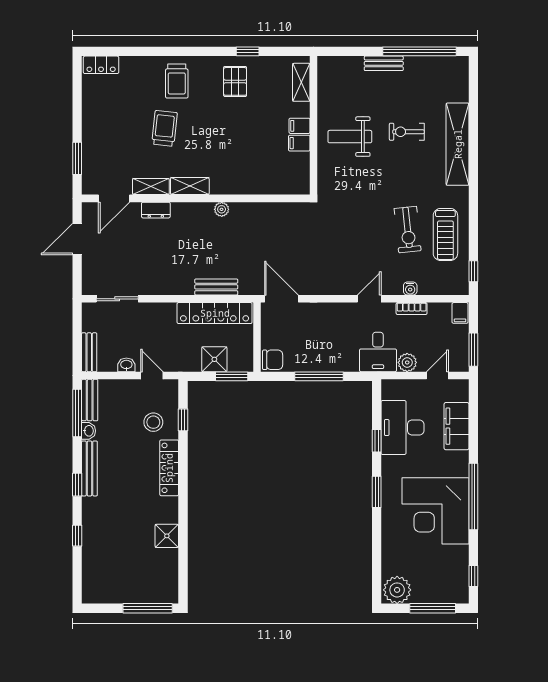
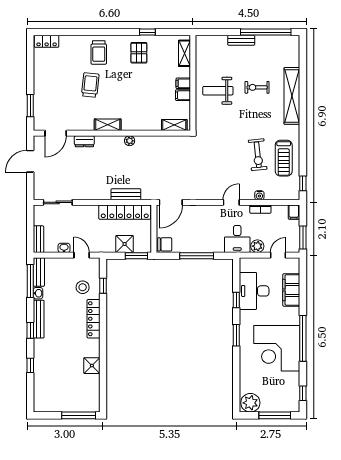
shelving: (151, 186) -> (174, 125), moved
door: (282, 299) -> (171, 202), swing flipped

